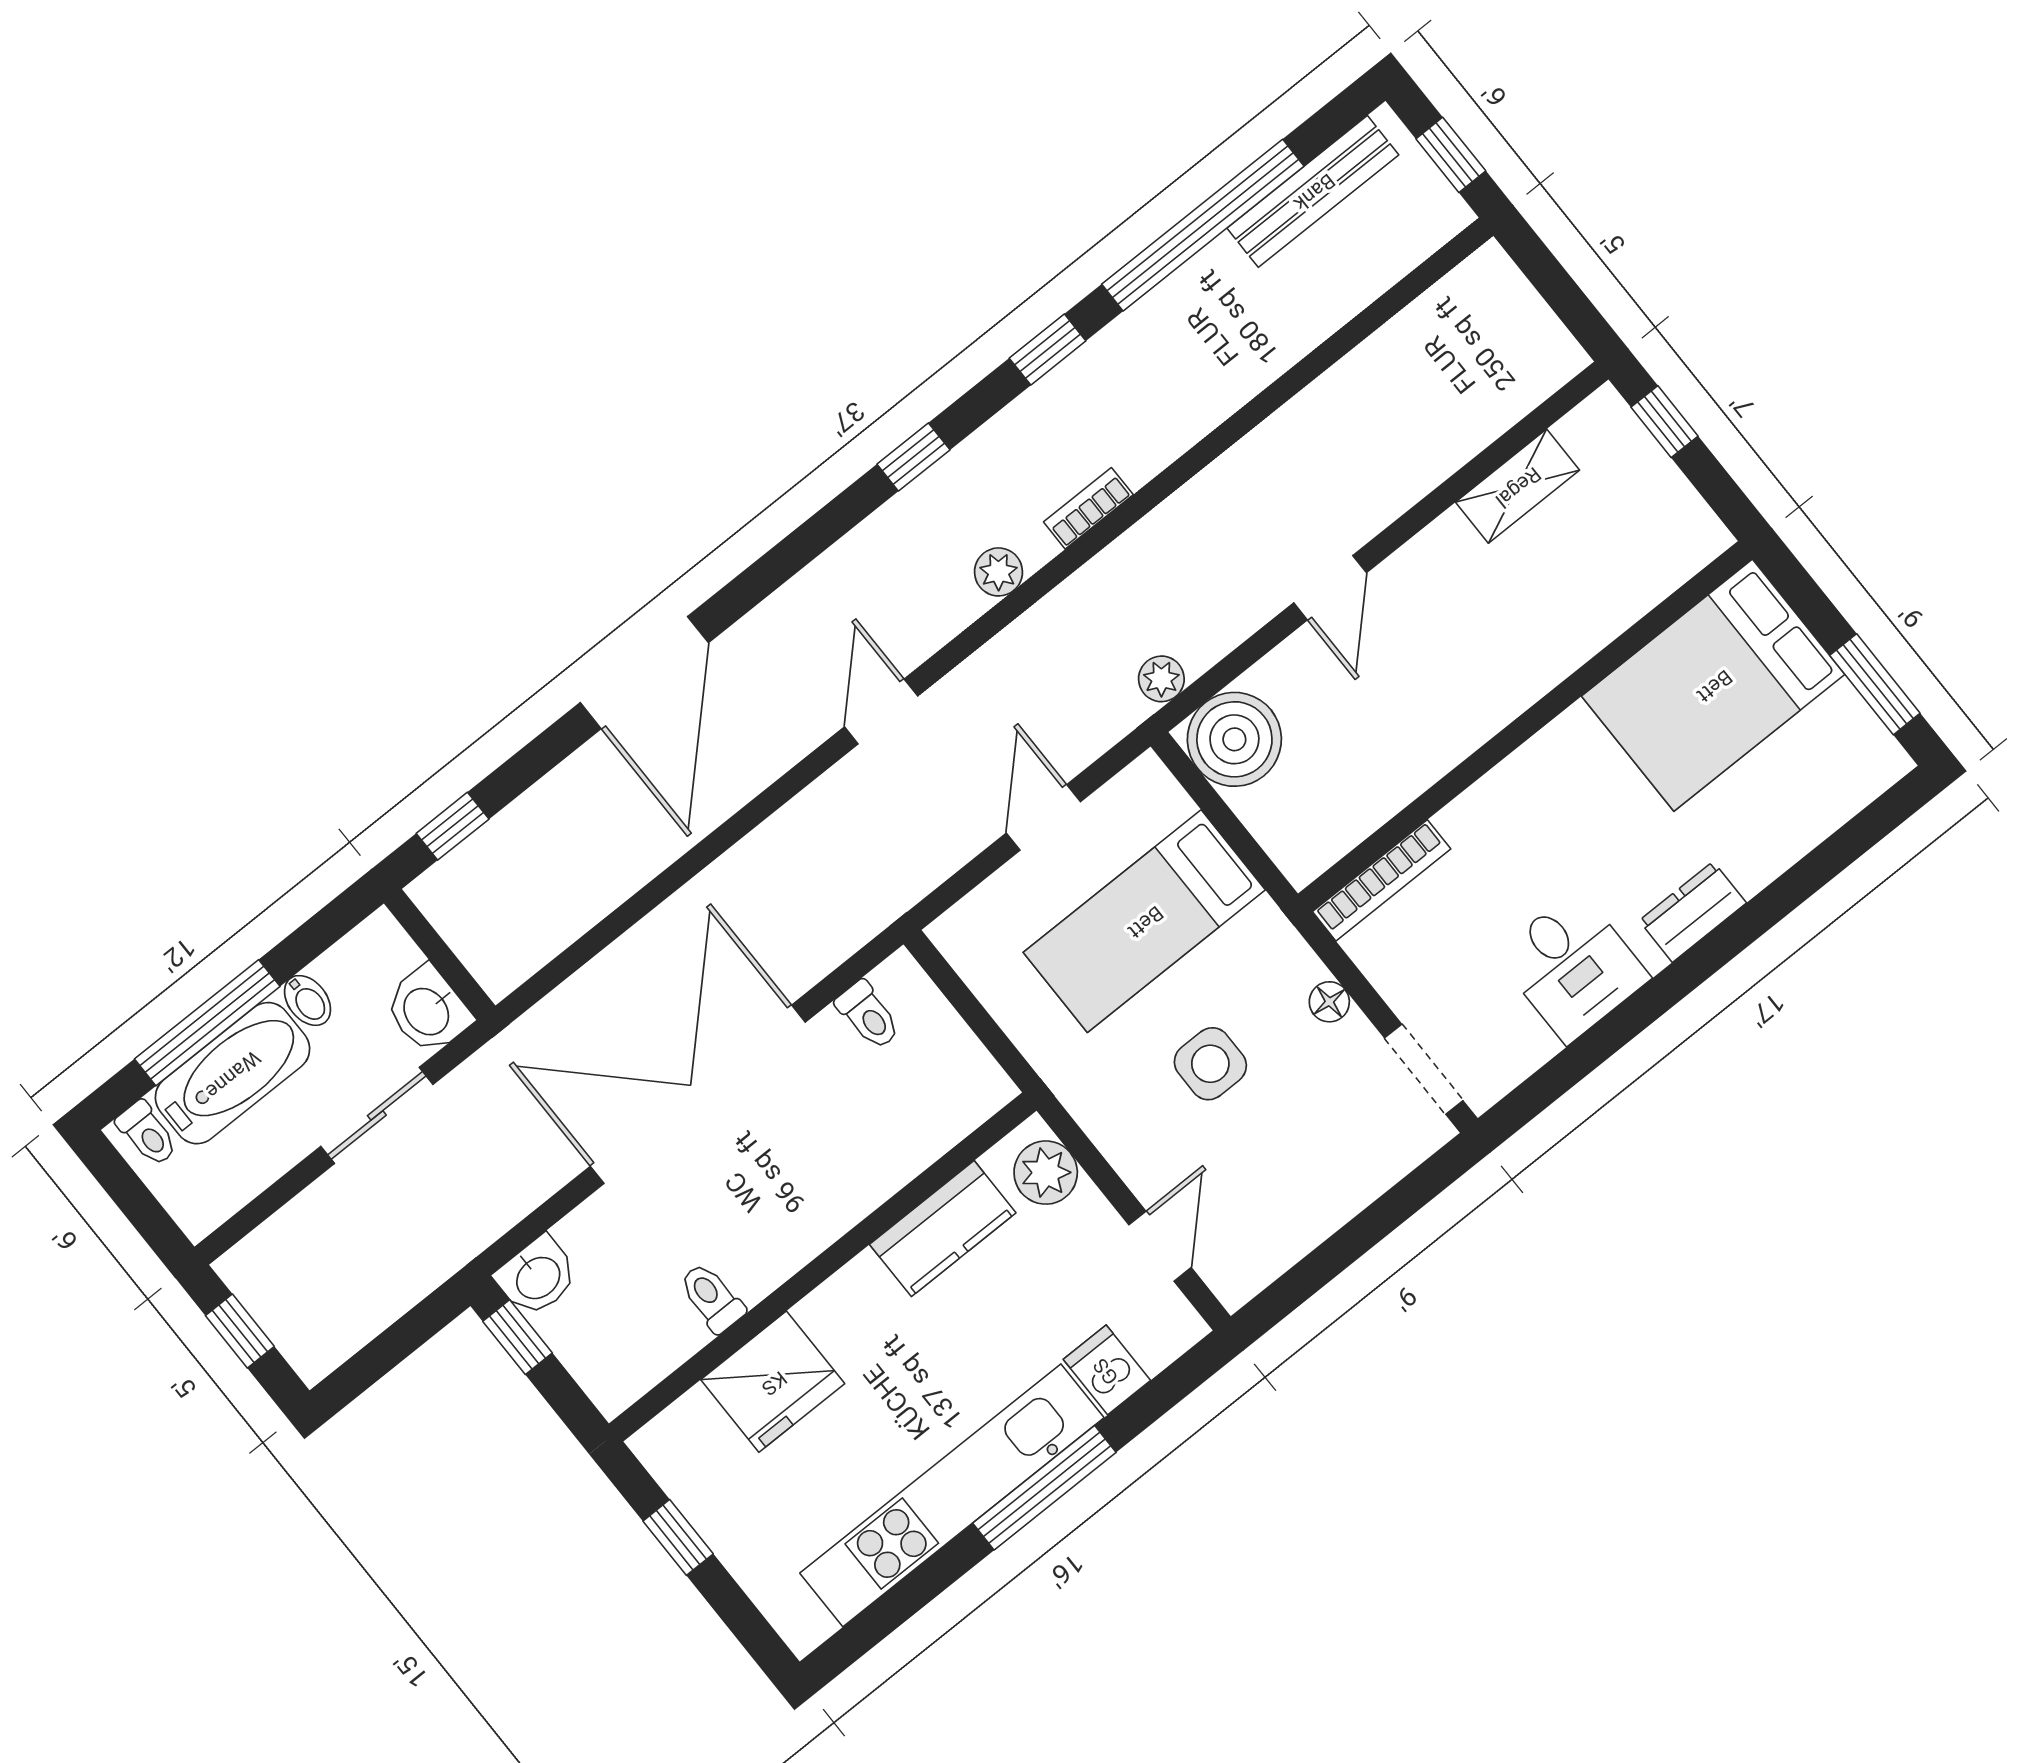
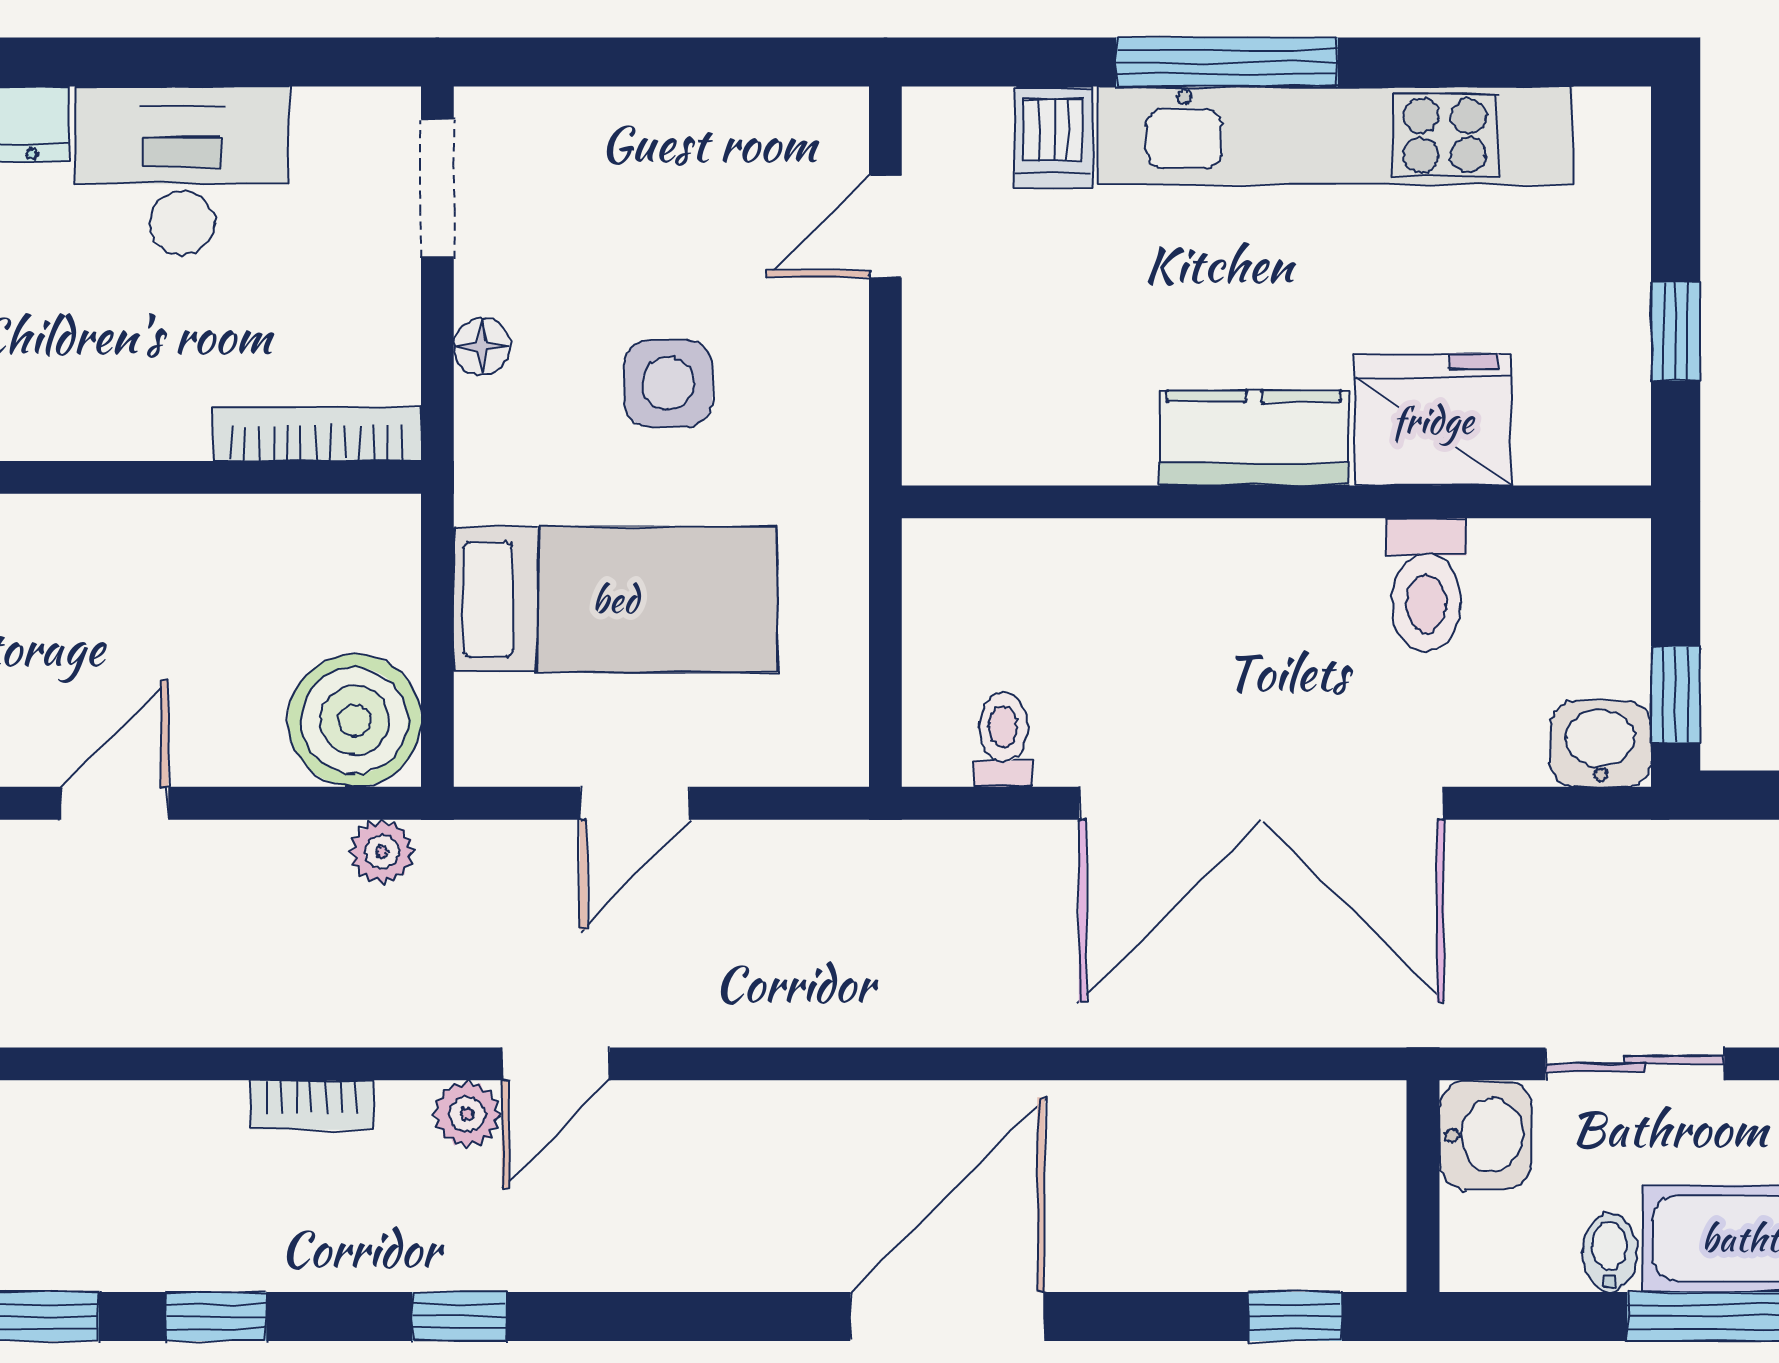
door: (881, 711) -> (556, 1064), moved
desk: (1572, 966) -> (182, 171), width x1.37
plant: (1046, 1173) -> (946, 409), removed
kitchen counter: (943, 1229) -> (1254, 438), moved
toilet: (712, 1298) -> (1426, 585), width x1.37, depth x1.39

